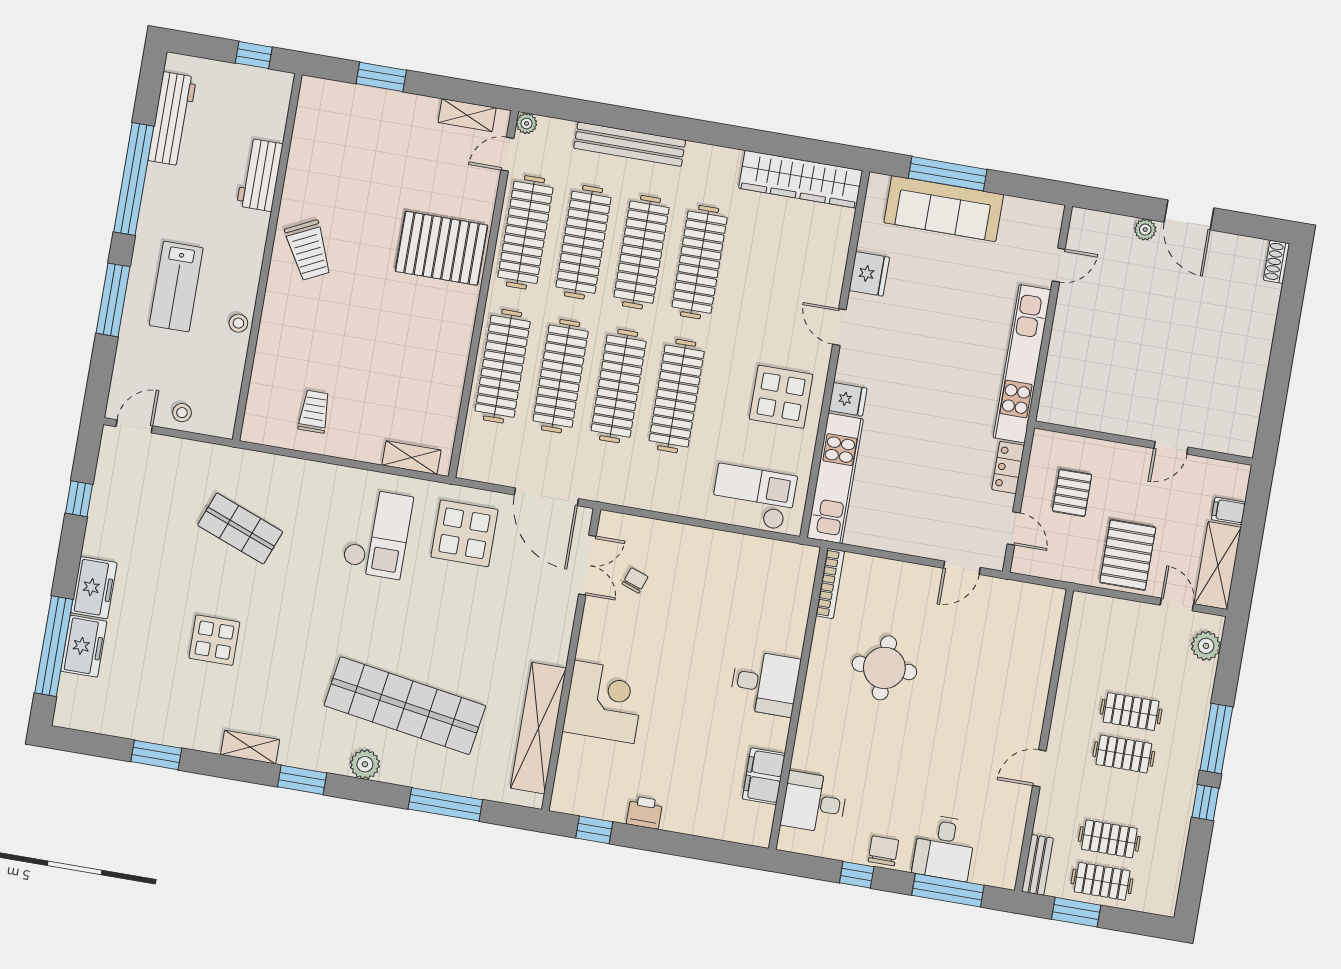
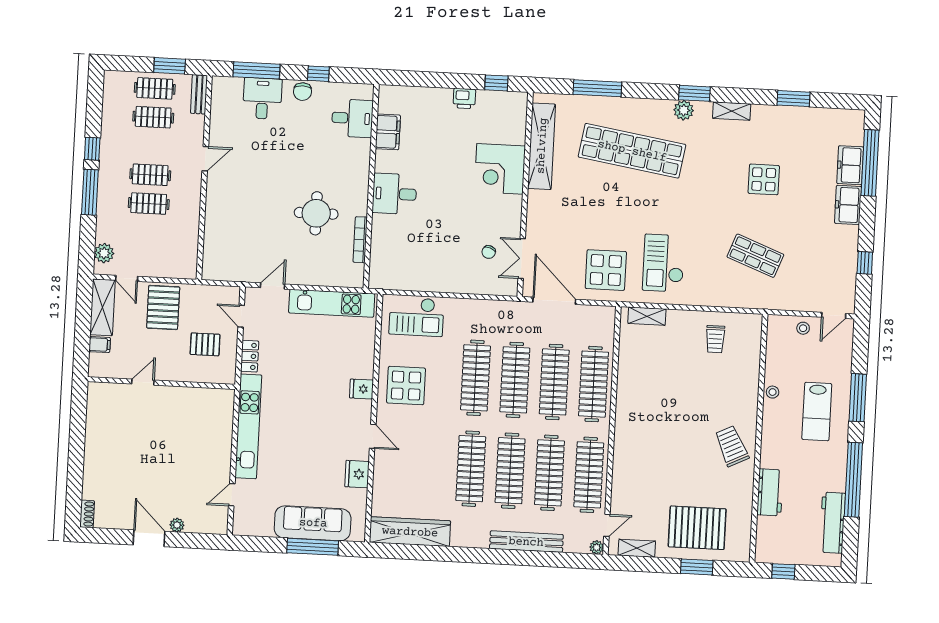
pallet: (441, 248) -> (697, 528), moved
lab bench: (176, 287) -> (817, 412), turned 180
kitchen unit: (835, 478) -> (332, 303), moved, turned -90
pallet: (1072, 493) -> (205, 344), turned 90
bookcase: (830, 583) -> (360, 240), moved
plant: (365, 764) -> (684, 110), moved

